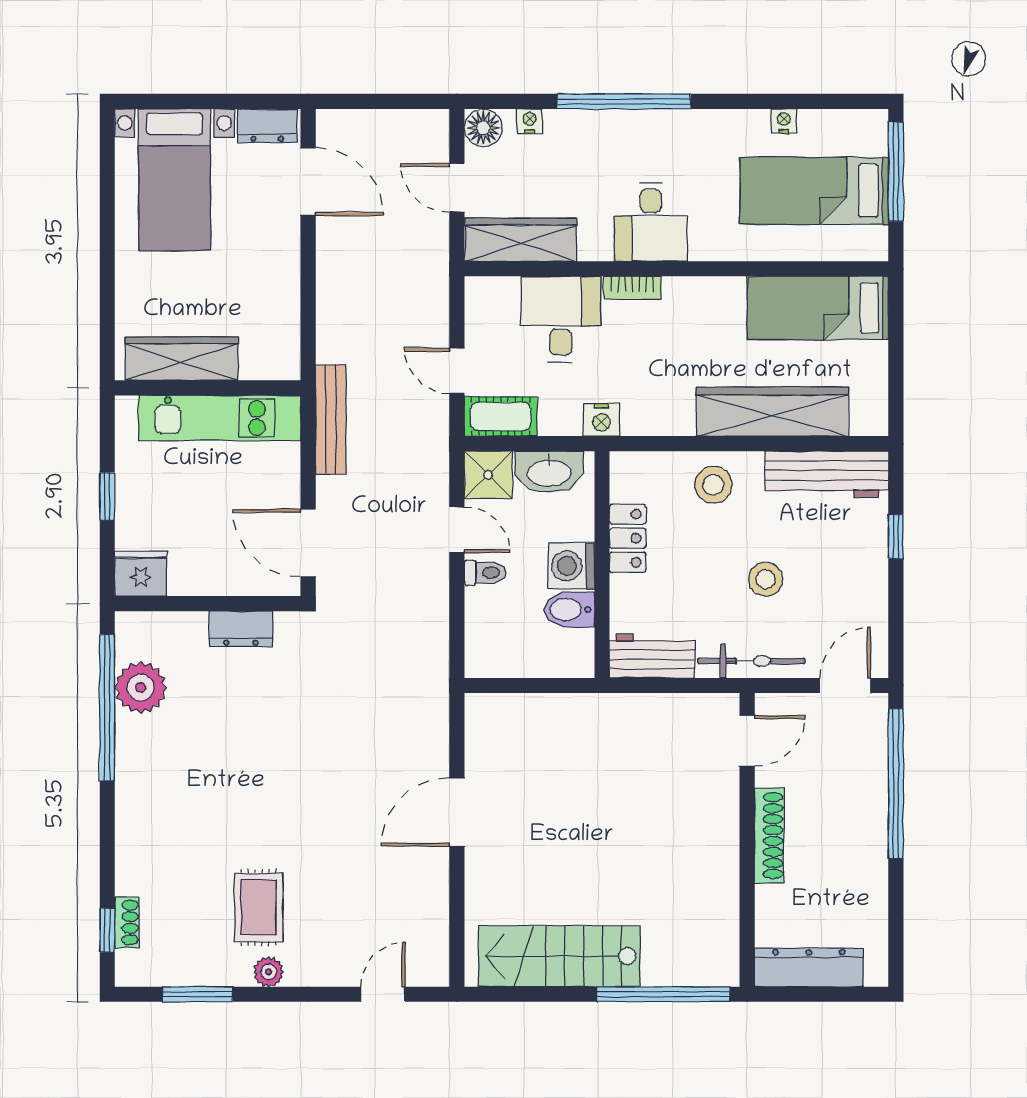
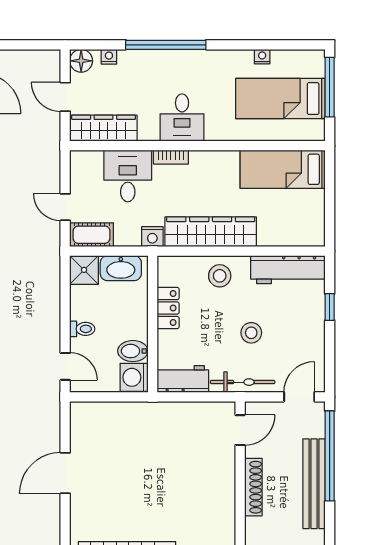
wardrobe: (772, 412) -> (211, 232), moved
door: (457, 530) -> (65, 366), moved
washing machine: (571, 566) -> (134, 377), moved
bench: (870, 830) -> (314, 484), added

